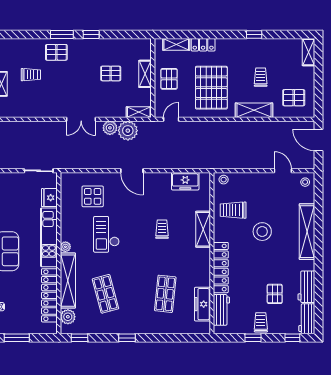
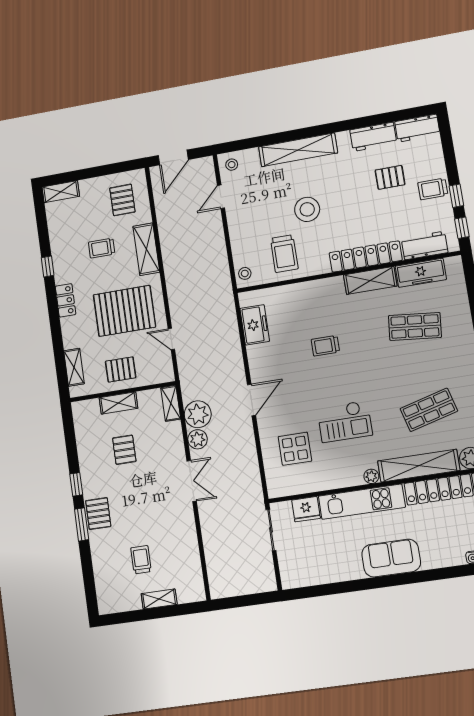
locker: (203, 45) -> (66, 300), moved
pallet: (56, 52) -> (98, 513), moved
door: (171, 119) -> (171, 339), moved
shelving: (203, 229) -> (370, 280), moved
window: (292, 338) -> (462, 228), moved

